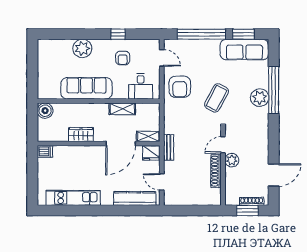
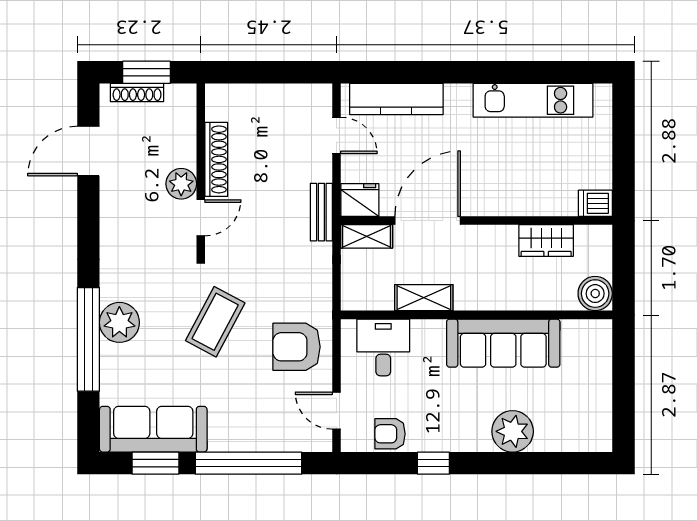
armchair: (123, 58) -> (390, 434), moved, turned -90
armchair: (180, 87) -> (297, 347), turned -90
wardrobe: (81, 135) -> (546, 241), moved

